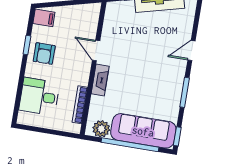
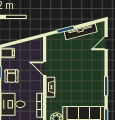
door: (191, 50) -> (106, 43), moved

